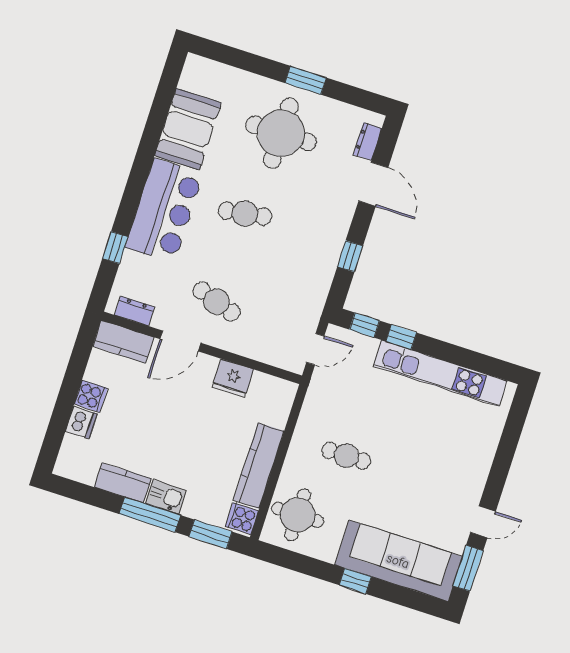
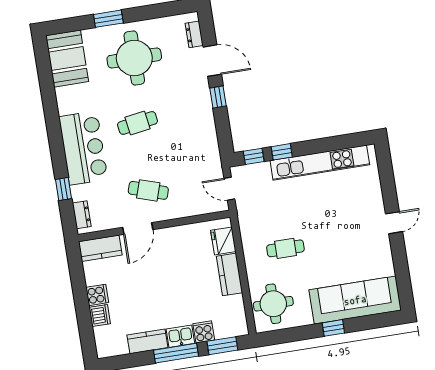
window: (306, 80) -> (108, 19), moved
booth: (188, 129) -> (67, 59), moved
window: (350, 256) -> (218, 97), moved
dresser: (134, 311) -> (82, 215), moved, turned 90
door: (315, 349) -> (229, 189), swing flipped
fridge: (233, 378) -> (223, 241), moved, turned 90
kitchen counter: (259, 466) -> (230, 274), width x0.67
cooker: (242, 518) -> (204, 332), moved, turned 90
door: (483, 522) -> (394, 223), moved
window: (468, 568) -> (403, 282), removed

